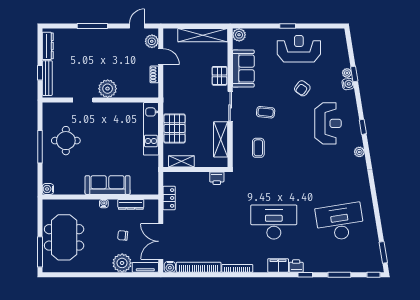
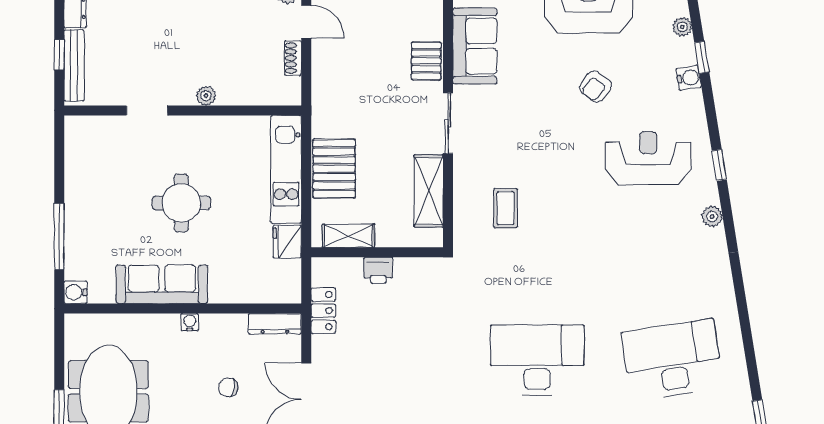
plant: (347, 73) -> (682, 27), moved
plant: (108, 89) -> (206, 96), width x0.53, depth x0.53
coffee table: (266, 112) -> (521, 135), removed
reception desk: (328, 123) -> (648, 158), turned -90
round table: (66, 141) -> (181, 203), moved
window: (40, 147) -> (59, 236), moved
fridge: (151, 164) -> (287, 242), added
printer: (217, 178) -> (378, 270), moved
sofa: (108, 185) -> (162, 284), moved
dresser: (131, 204) -> (275, 324), moved

